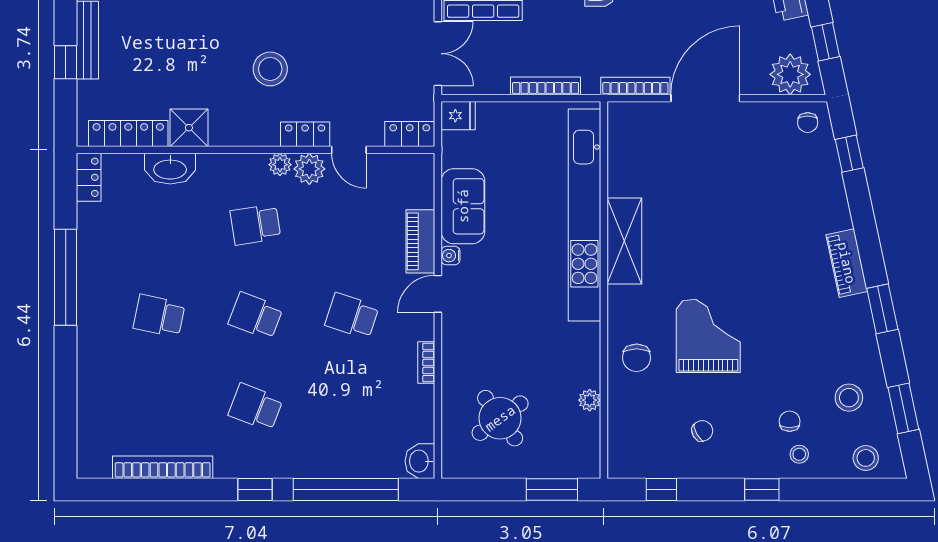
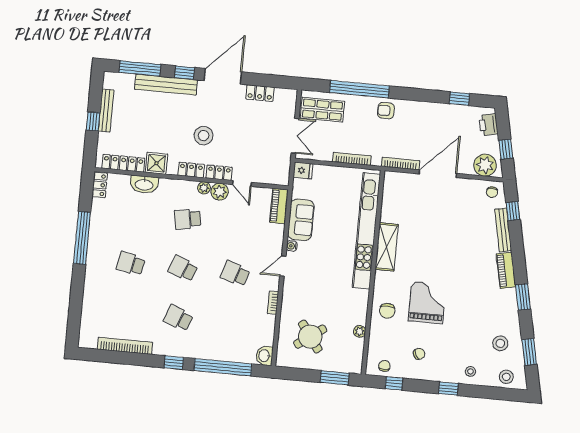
locker: (410, 134) -> (191, 170), moved
bench: (835, 190) -> (503, 230), added
piano: (420, 241) -> (279, 206), moved
chair: (790, 421) -> (384, 366), moved

